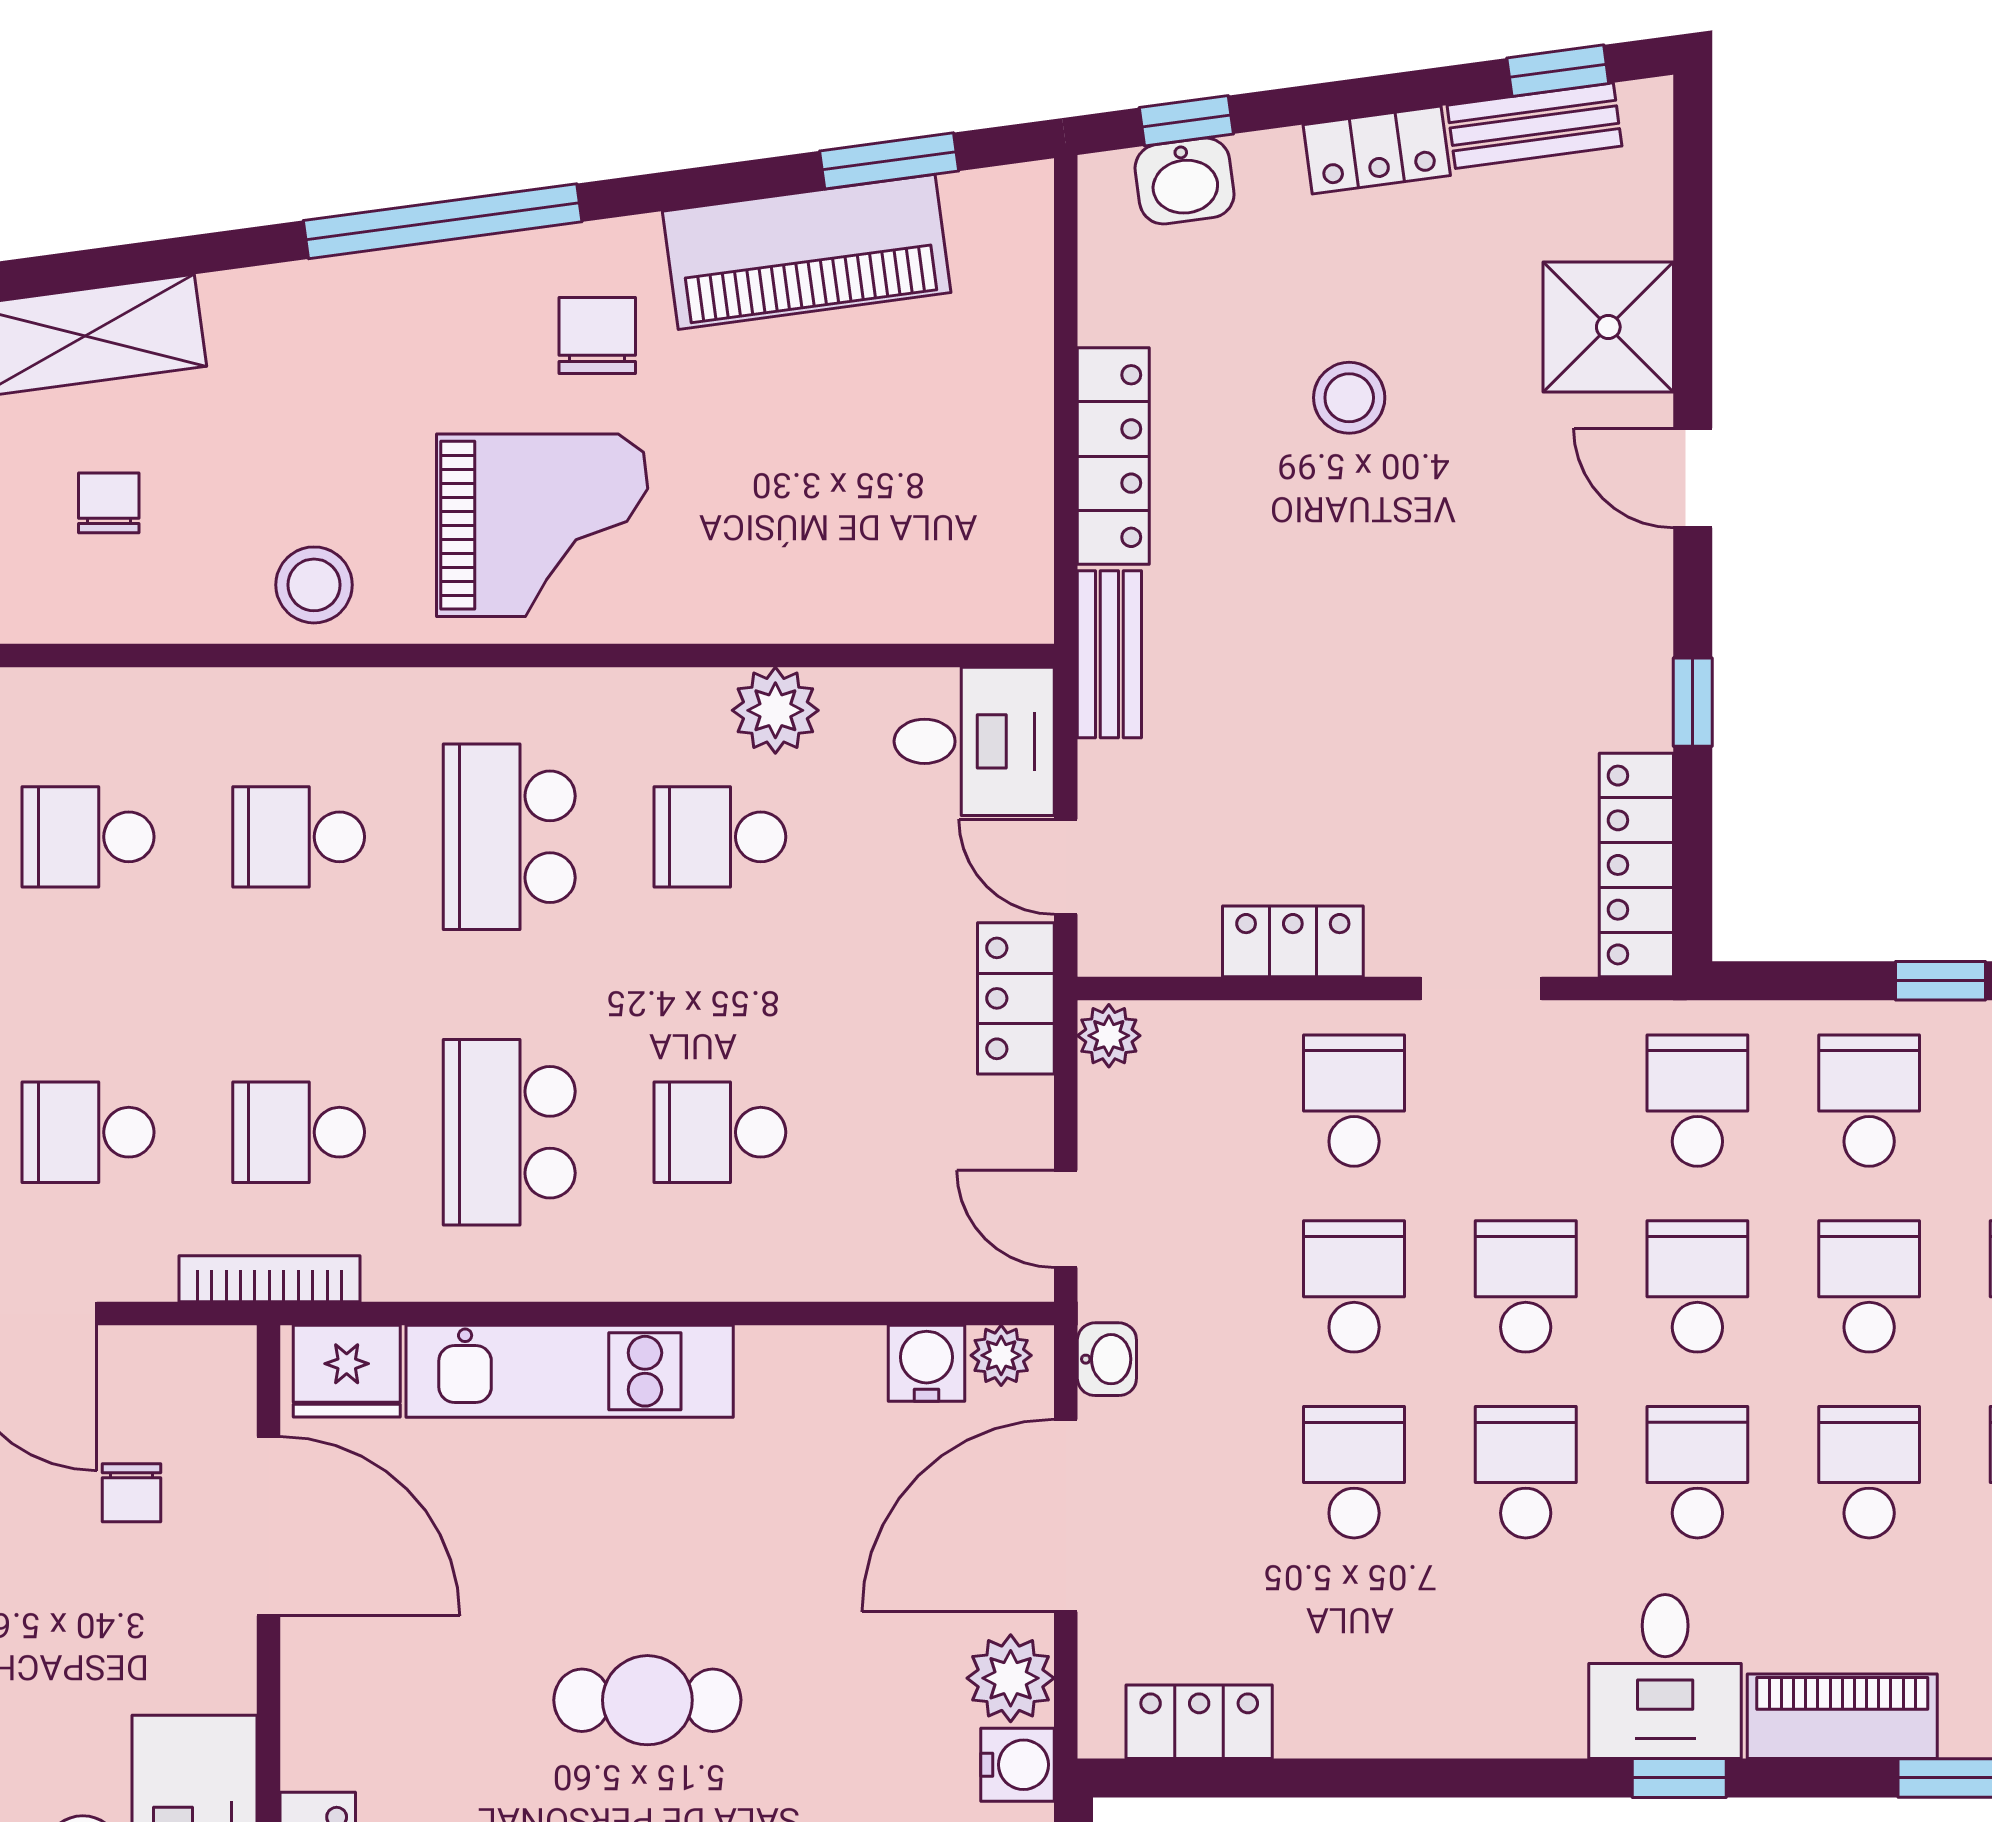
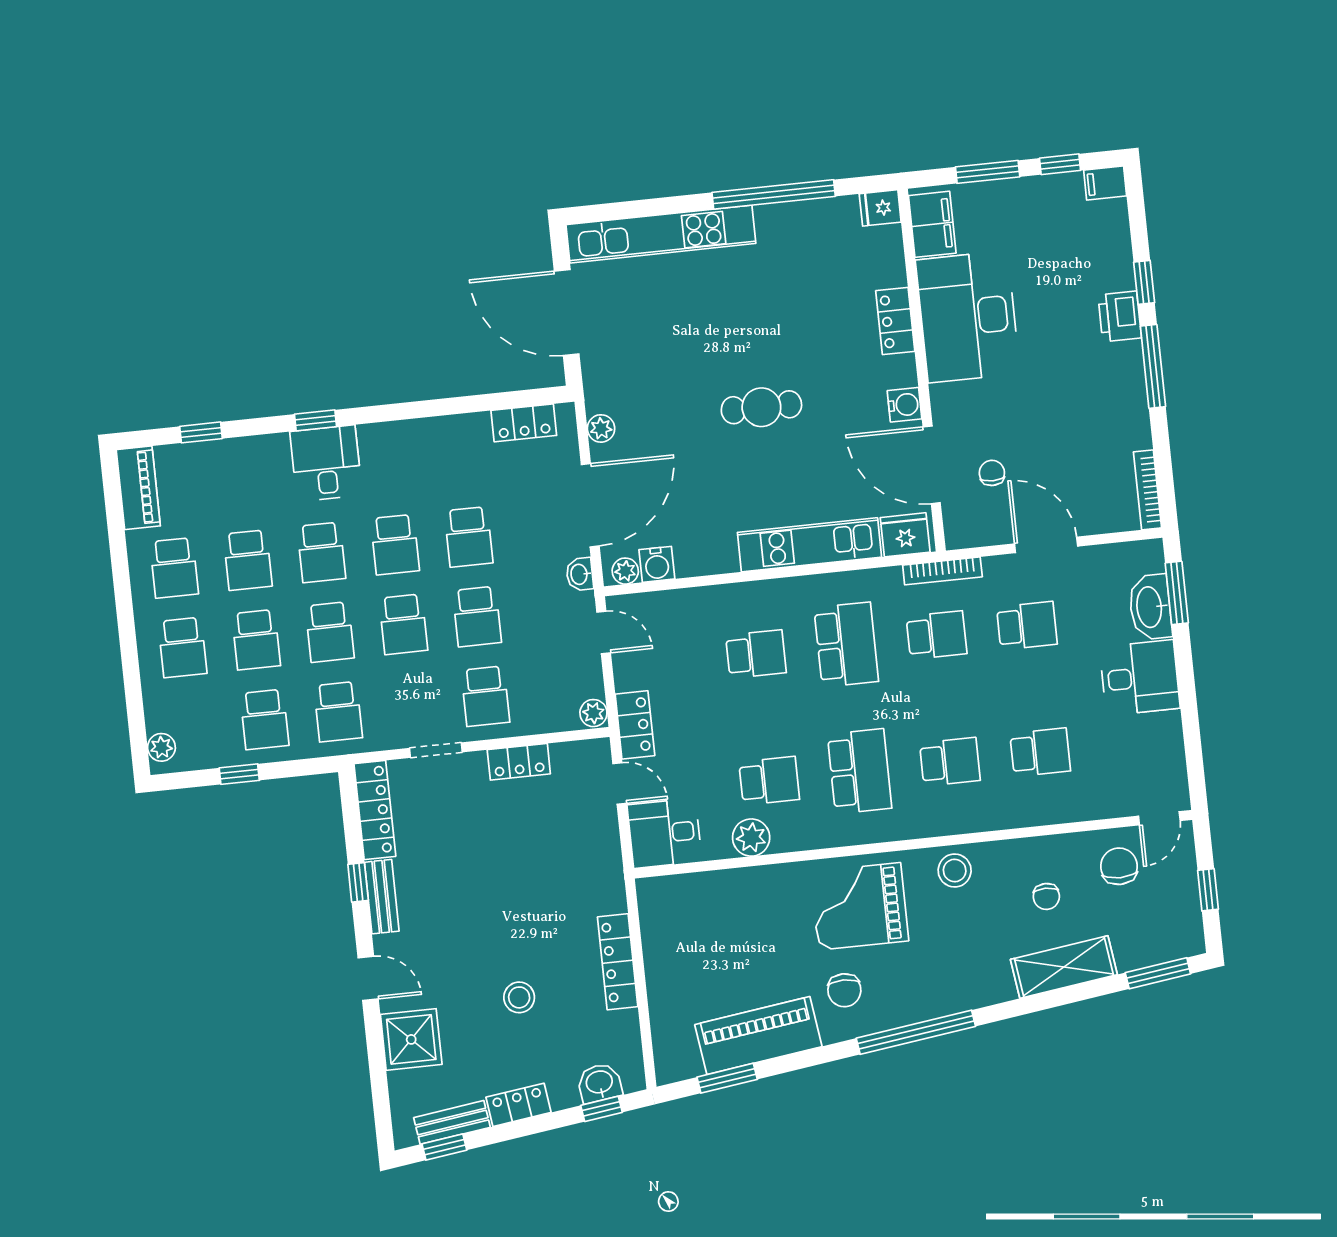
bench: (1109, 654) -> (382, 897), moved
plant: (1011, 1678) -> (601, 428), width x0.73, depth x0.73
piano: (1842, 1716) -> (248, 454), removed
water cooler: (1018, 1765) -> (904, 405), moved, turned 180

